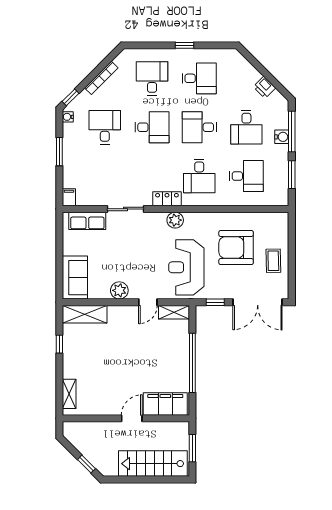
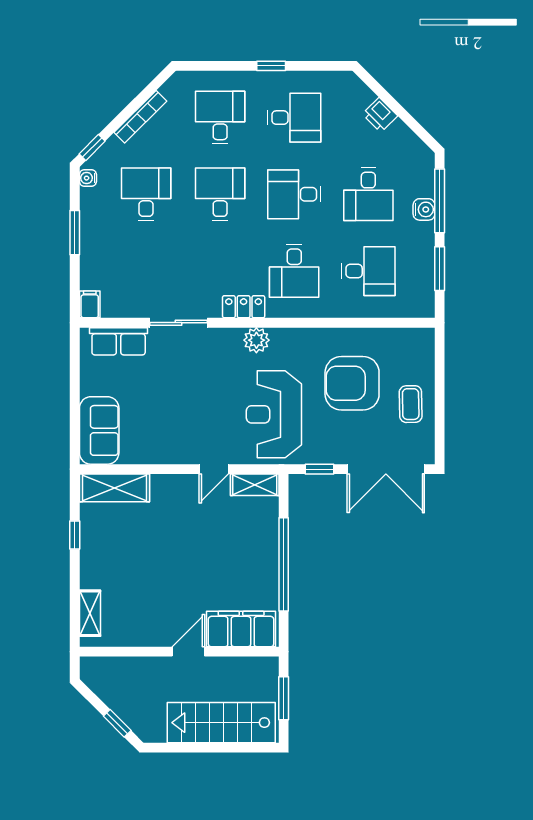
printer: (264, 87) -> (380, 115), moved
desk: (152, 127) -> (220, 194), turned -90
plant: (119, 290) -> (169, 451), removed

